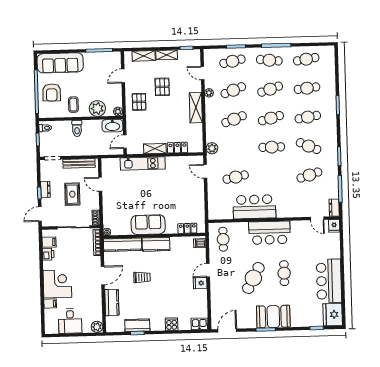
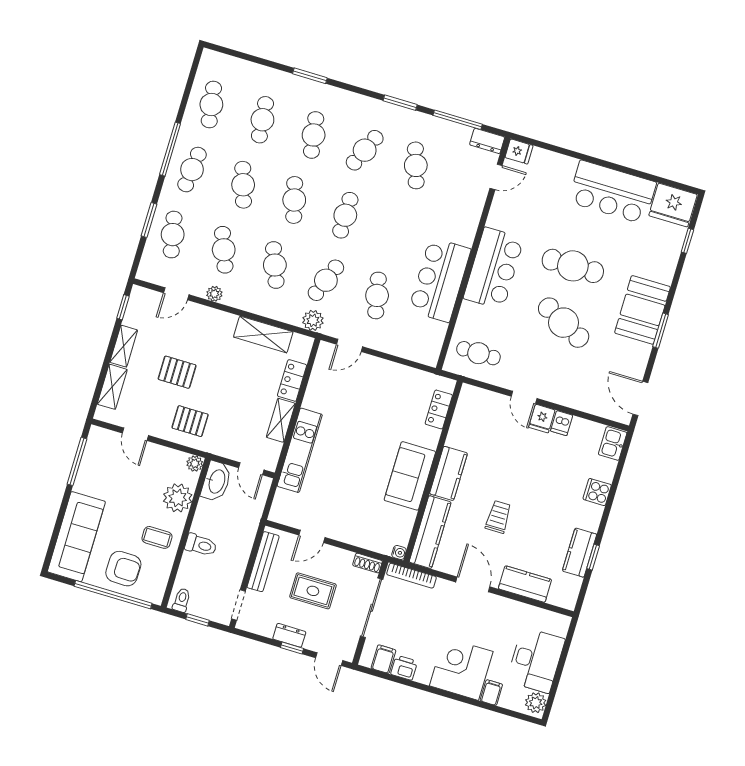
shelving: (196, 108) -> (263, 334), moved
cafe table: (235, 148) -> (326, 280), added
dishwasher: (200, 243) -> (562, 423), moved
cafe table: (284, 273) -> (573, 266), width x1.37, depth x1.35
desk: (70, 321) -> (536, 660), width x1.37
plant: (97, 327) -> (536, 703), moved

